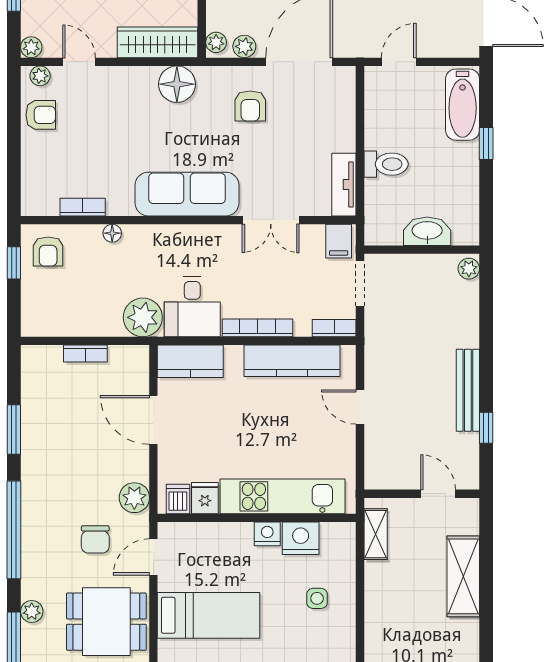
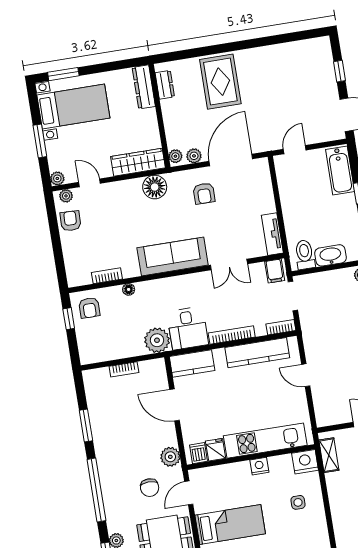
armchair: (41, 115) -> (70, 221), turned -88
toilet: (386, 164) -> (305, 255), moved, turned -90
nightstand: (301, 538) -> (305, 462), moved

